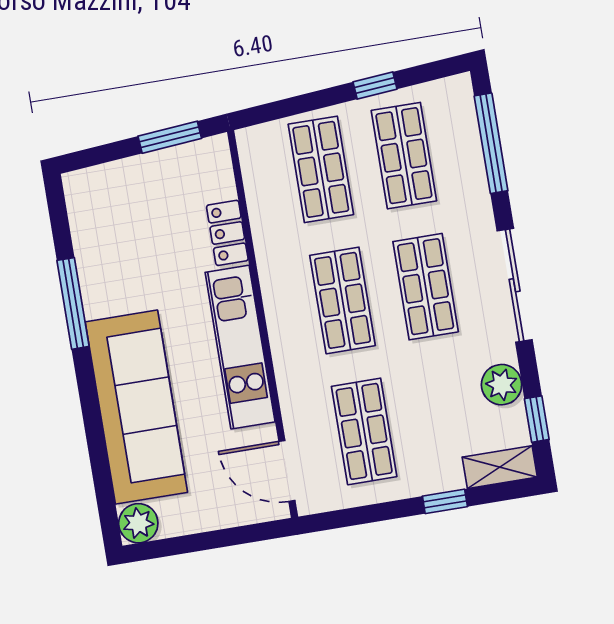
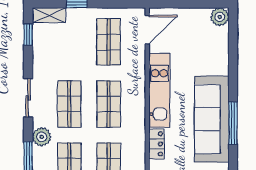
sliding door: (515, 285) -> (28, 98), width x0.73
plant: (502, 385) -> (42, 137), moved
sofa: (136, 407) -> (212, 119), moved
door: (287, 471) -> (147, 30), hinge flipped

